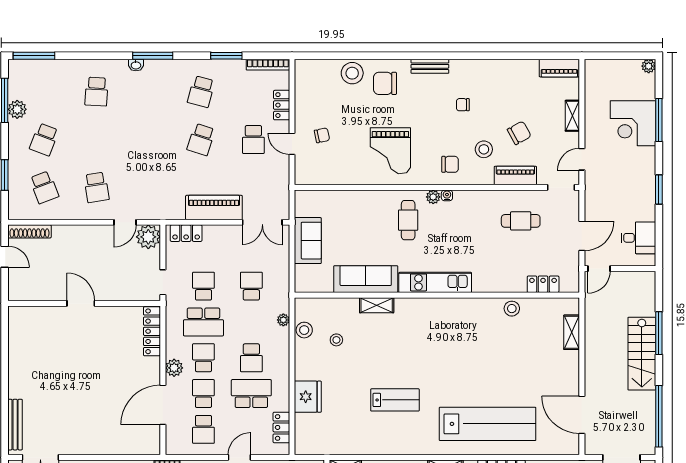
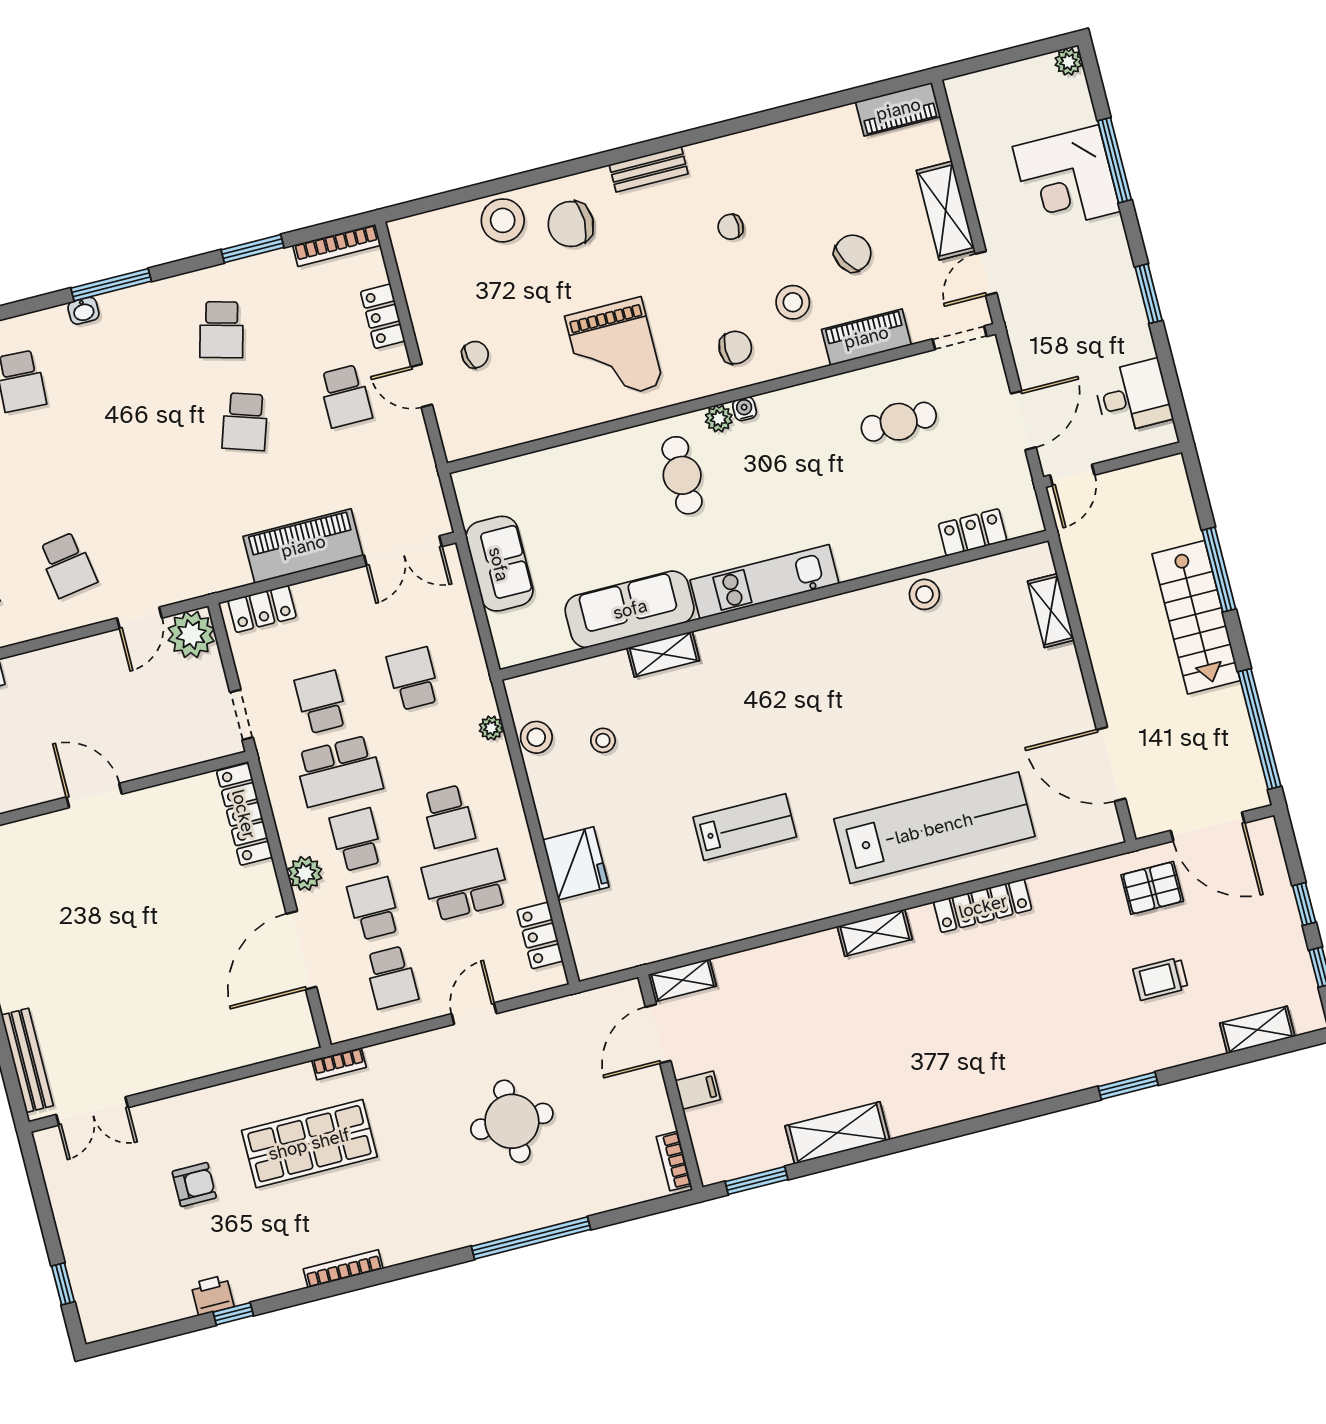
shelving: (572, 116) -> (946, 211), width x1.50, depth x1.33

